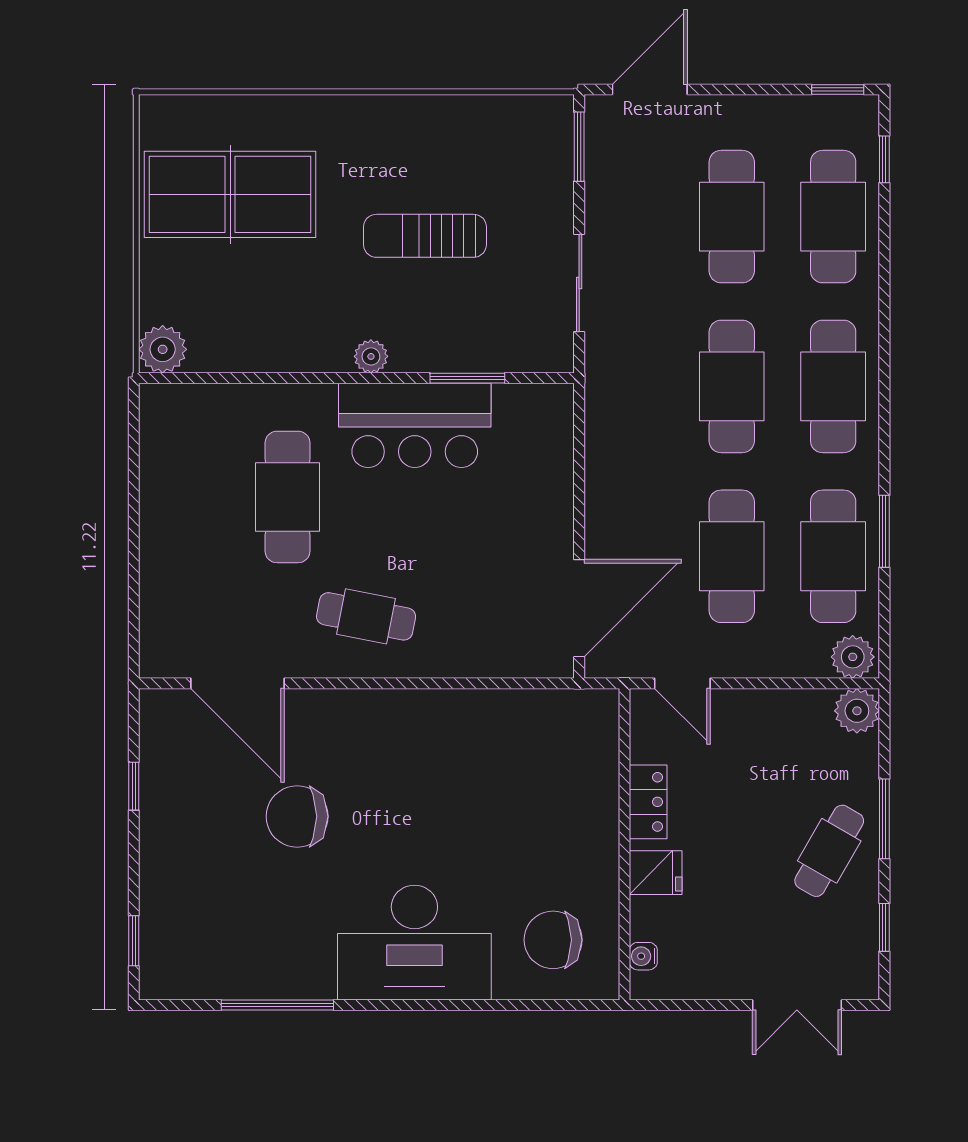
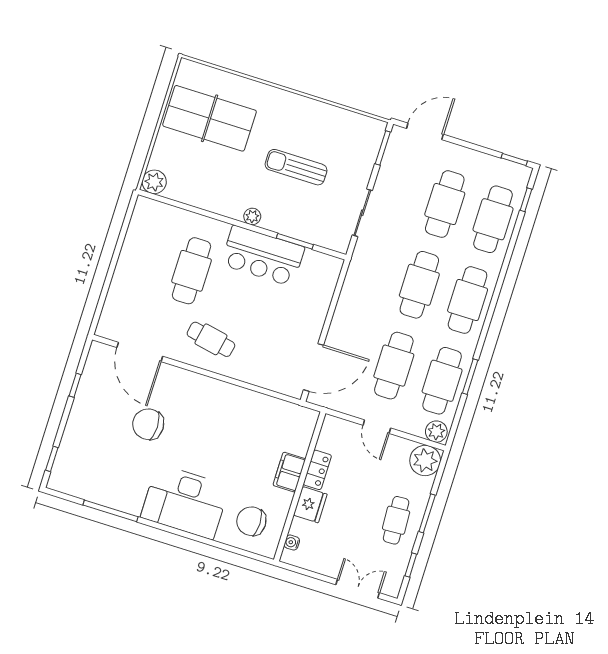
door: (682, 683) -> (377, 427), moved
plant: (857, 711) -> (425, 461), width x1.36, depth x1.36
filing cabinet: (596, 823) -> (289, 472), added
cafe table: (829, 851) -> (396, 520), turned -33
fridge: (656, 873) -> (310, 505), width x1.38
double door: (797, 1005) -> (358, 589), swing flipped

